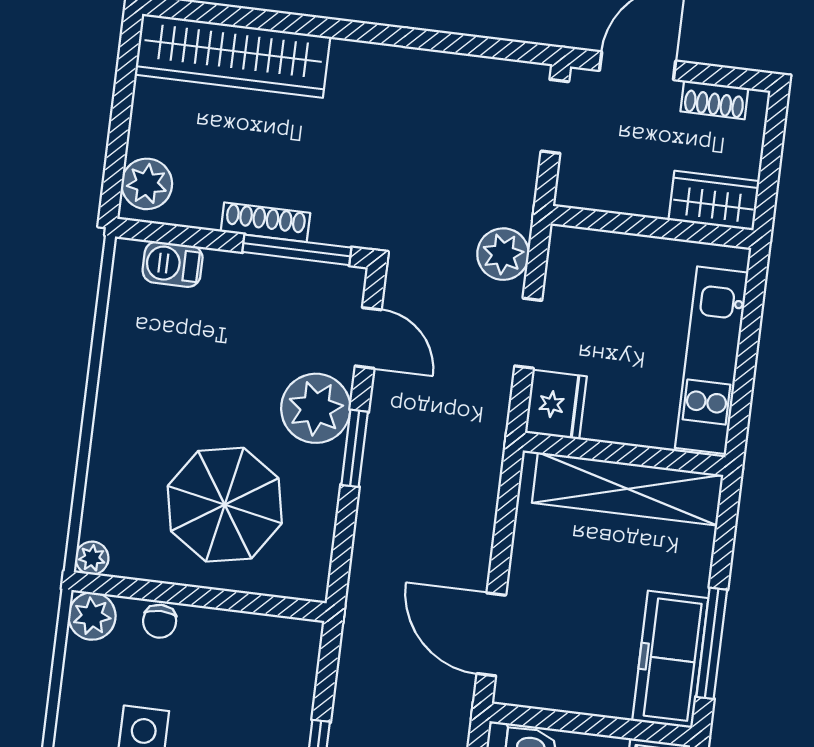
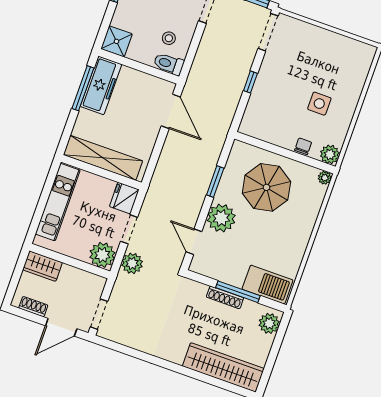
window: (297, 250) -> (238, 292), moved
plant: (578, 258) -> (102, 255), added
barbecue: (173, 264) -> (268, 285), width x1.88, depth x1.53
window: (355, 448) -> (215, 181), moved

